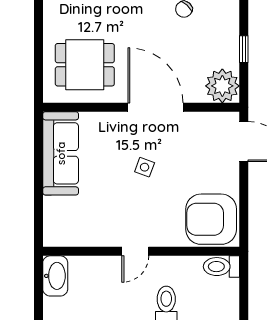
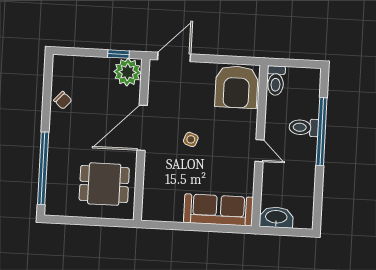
window: (244, 49) -> (118, 54), moved
dining table: (85, 65) -> (104, 184), turned 90
sofa: (61, 153) -> (218, 210), moved

